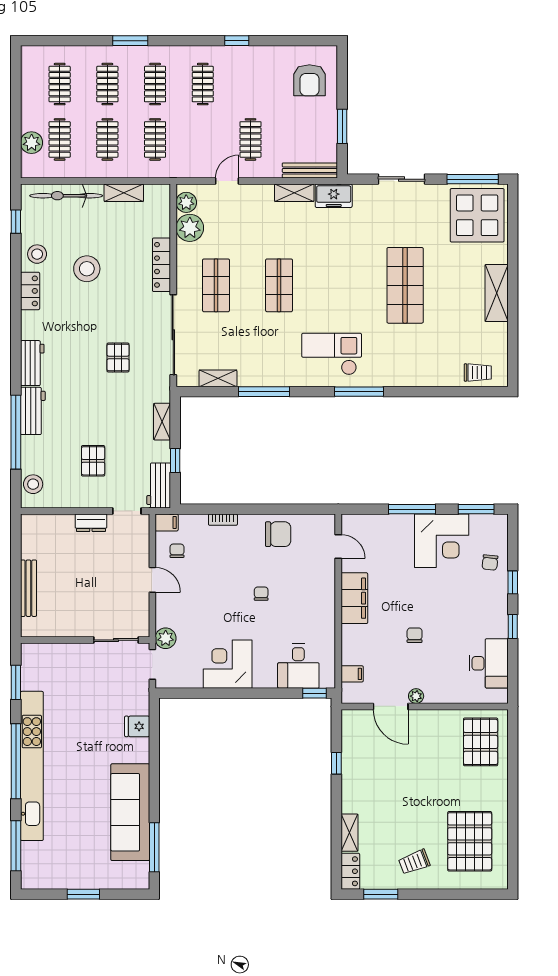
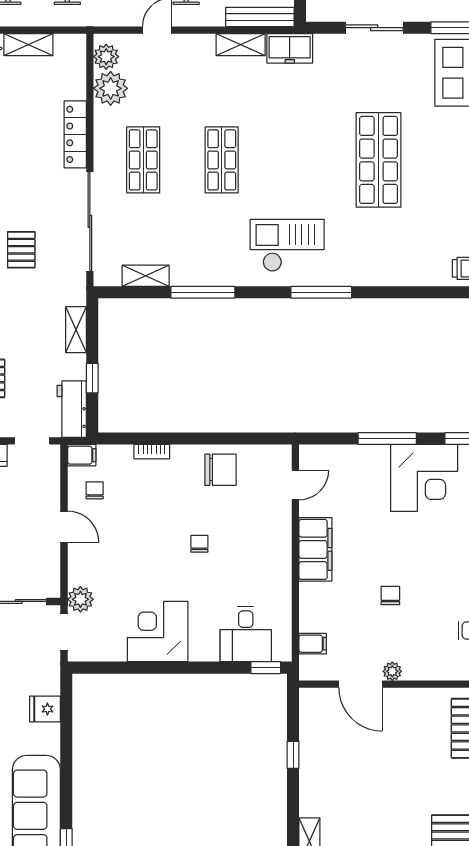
door: (338, 547) -> (295, 485), hinge flipped

